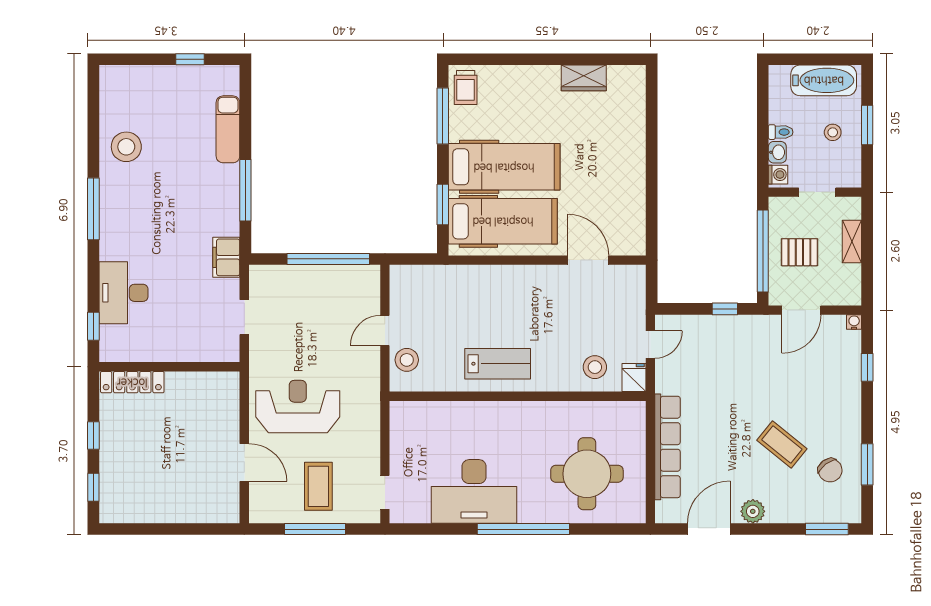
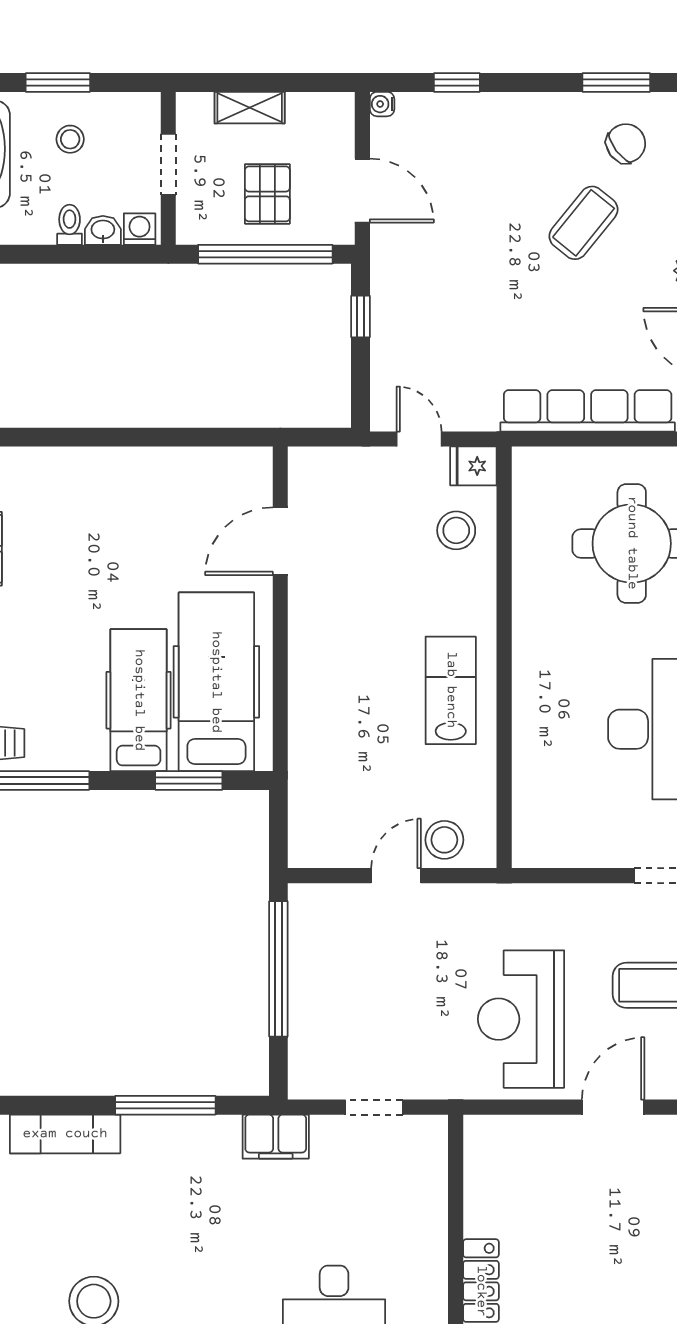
hospital bed: (504, 167) -> (139, 700), width x0.73, depth x0.78
door: (385, 330) -> (396, 876), swing flipped

